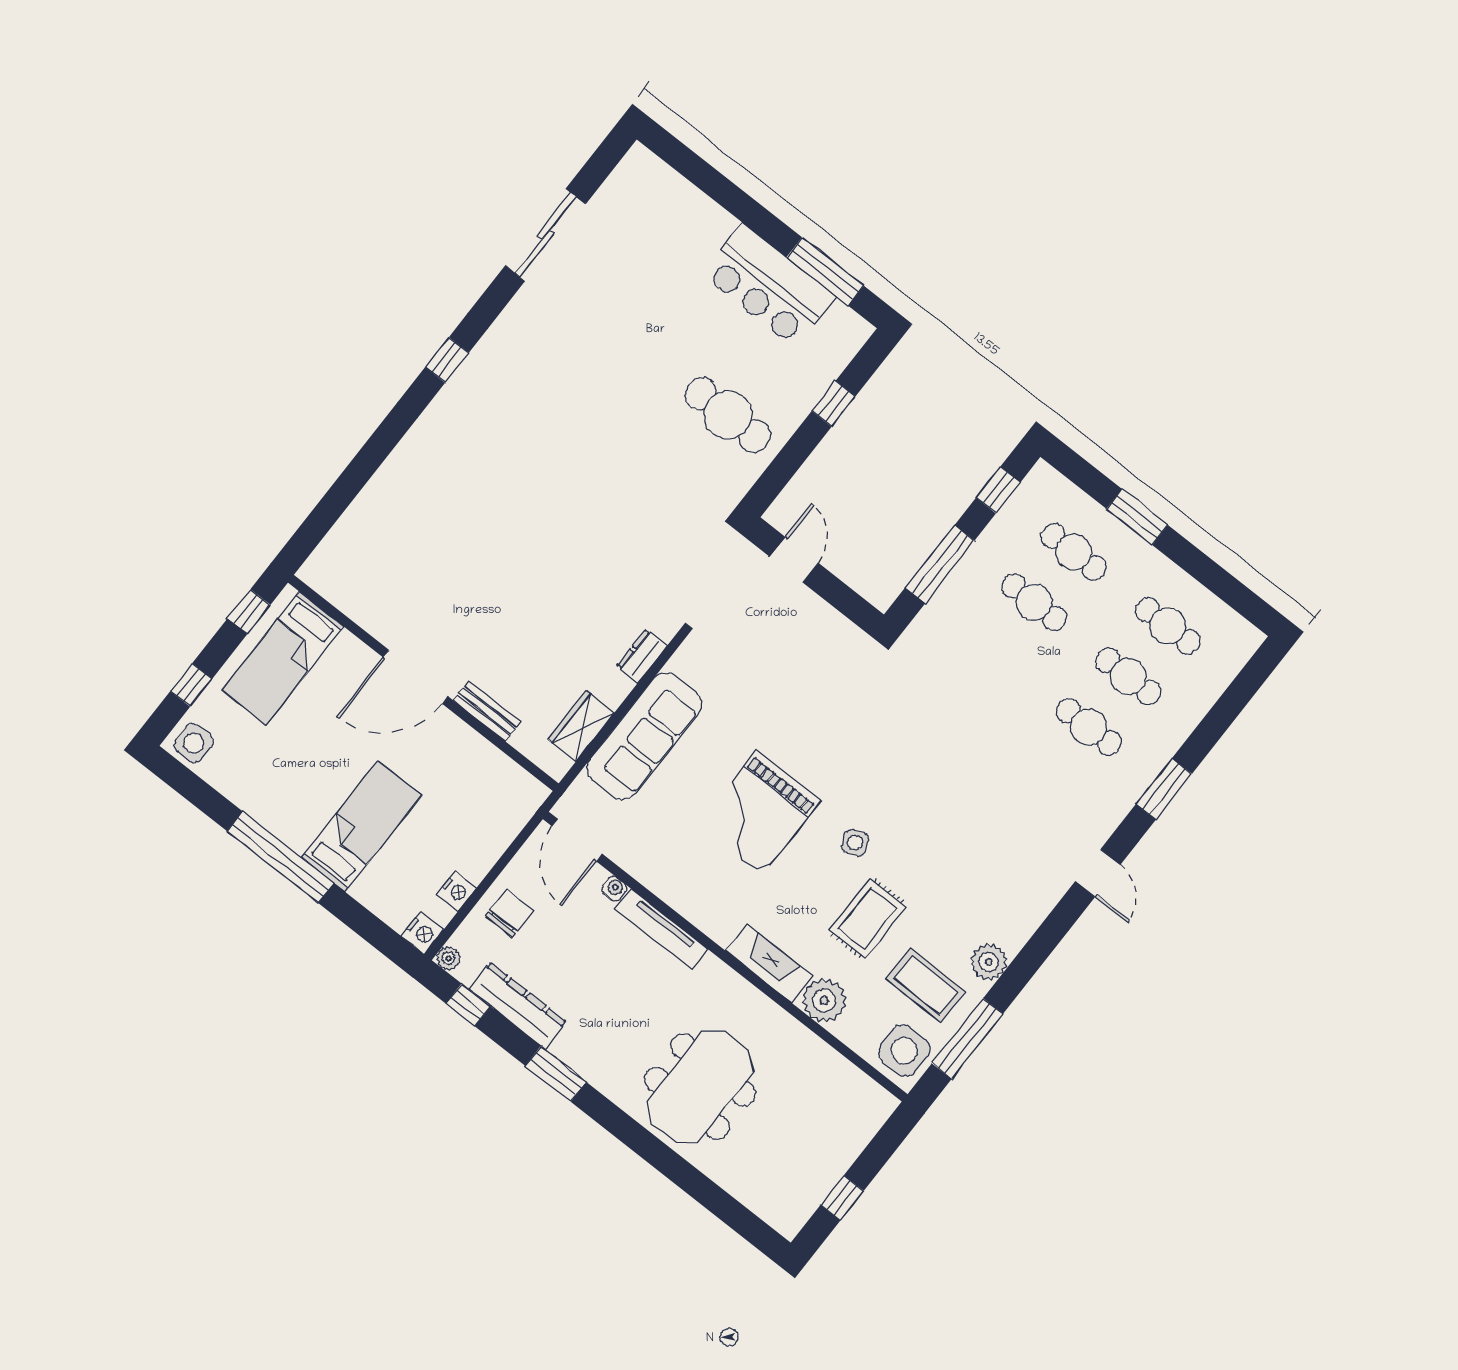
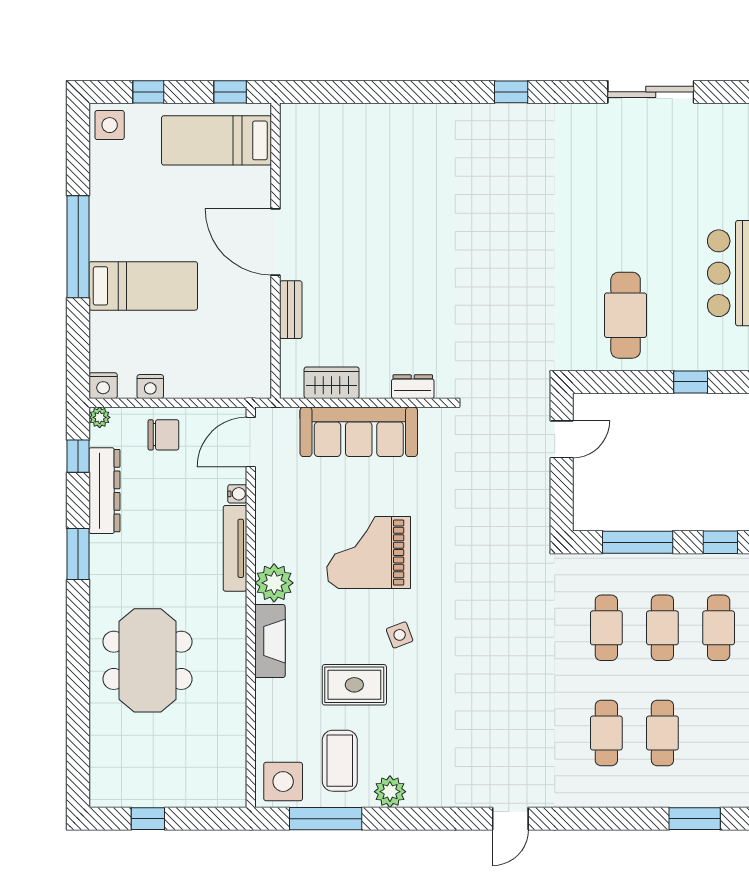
cafe table: (1168, 626) -> (606, 628), moved
window: (1164, 789) -> (695, 819), moved
plant: (824, 1001) -> (274, 583), moved
meeting table: (700, 1087) -> (147, 660), turned 90

